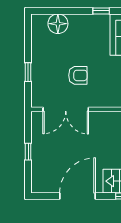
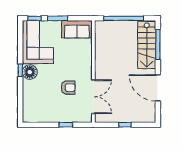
floor lamp: (58, 24) -> (30, 72), moved
armchair: (78, 75) -> (68, 88), turned 90

